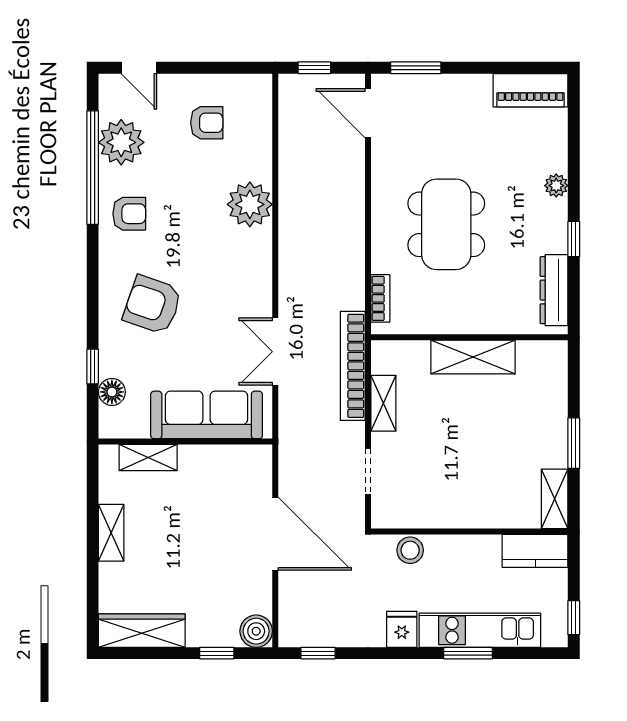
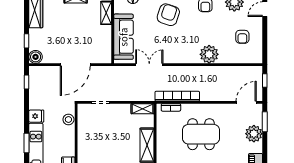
plant: (445, 94) -> (254, 134), added
bookcase: (353, 366) -> (177, 96), moved
shelving: (383, 403) -> (143, 109), moved

